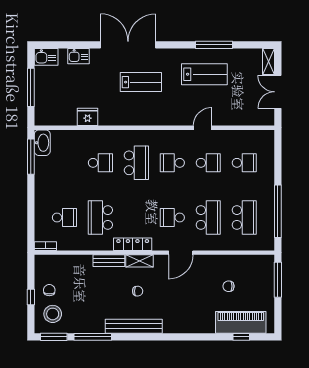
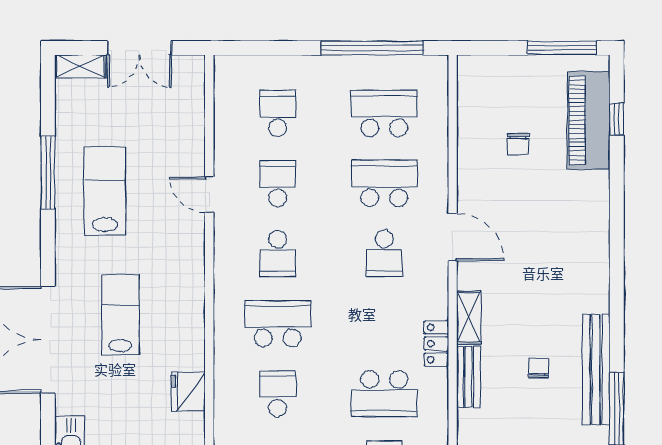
fridge: (88, 117) -> (188, 392), moved
locker: (133, 244) -> (436, 344), width x0.66
window: (278, 280) -> (562, 48), moved
chair: (138, 291) -> (539, 368), moved
bench: (134, 326) -> (596, 369), moved

